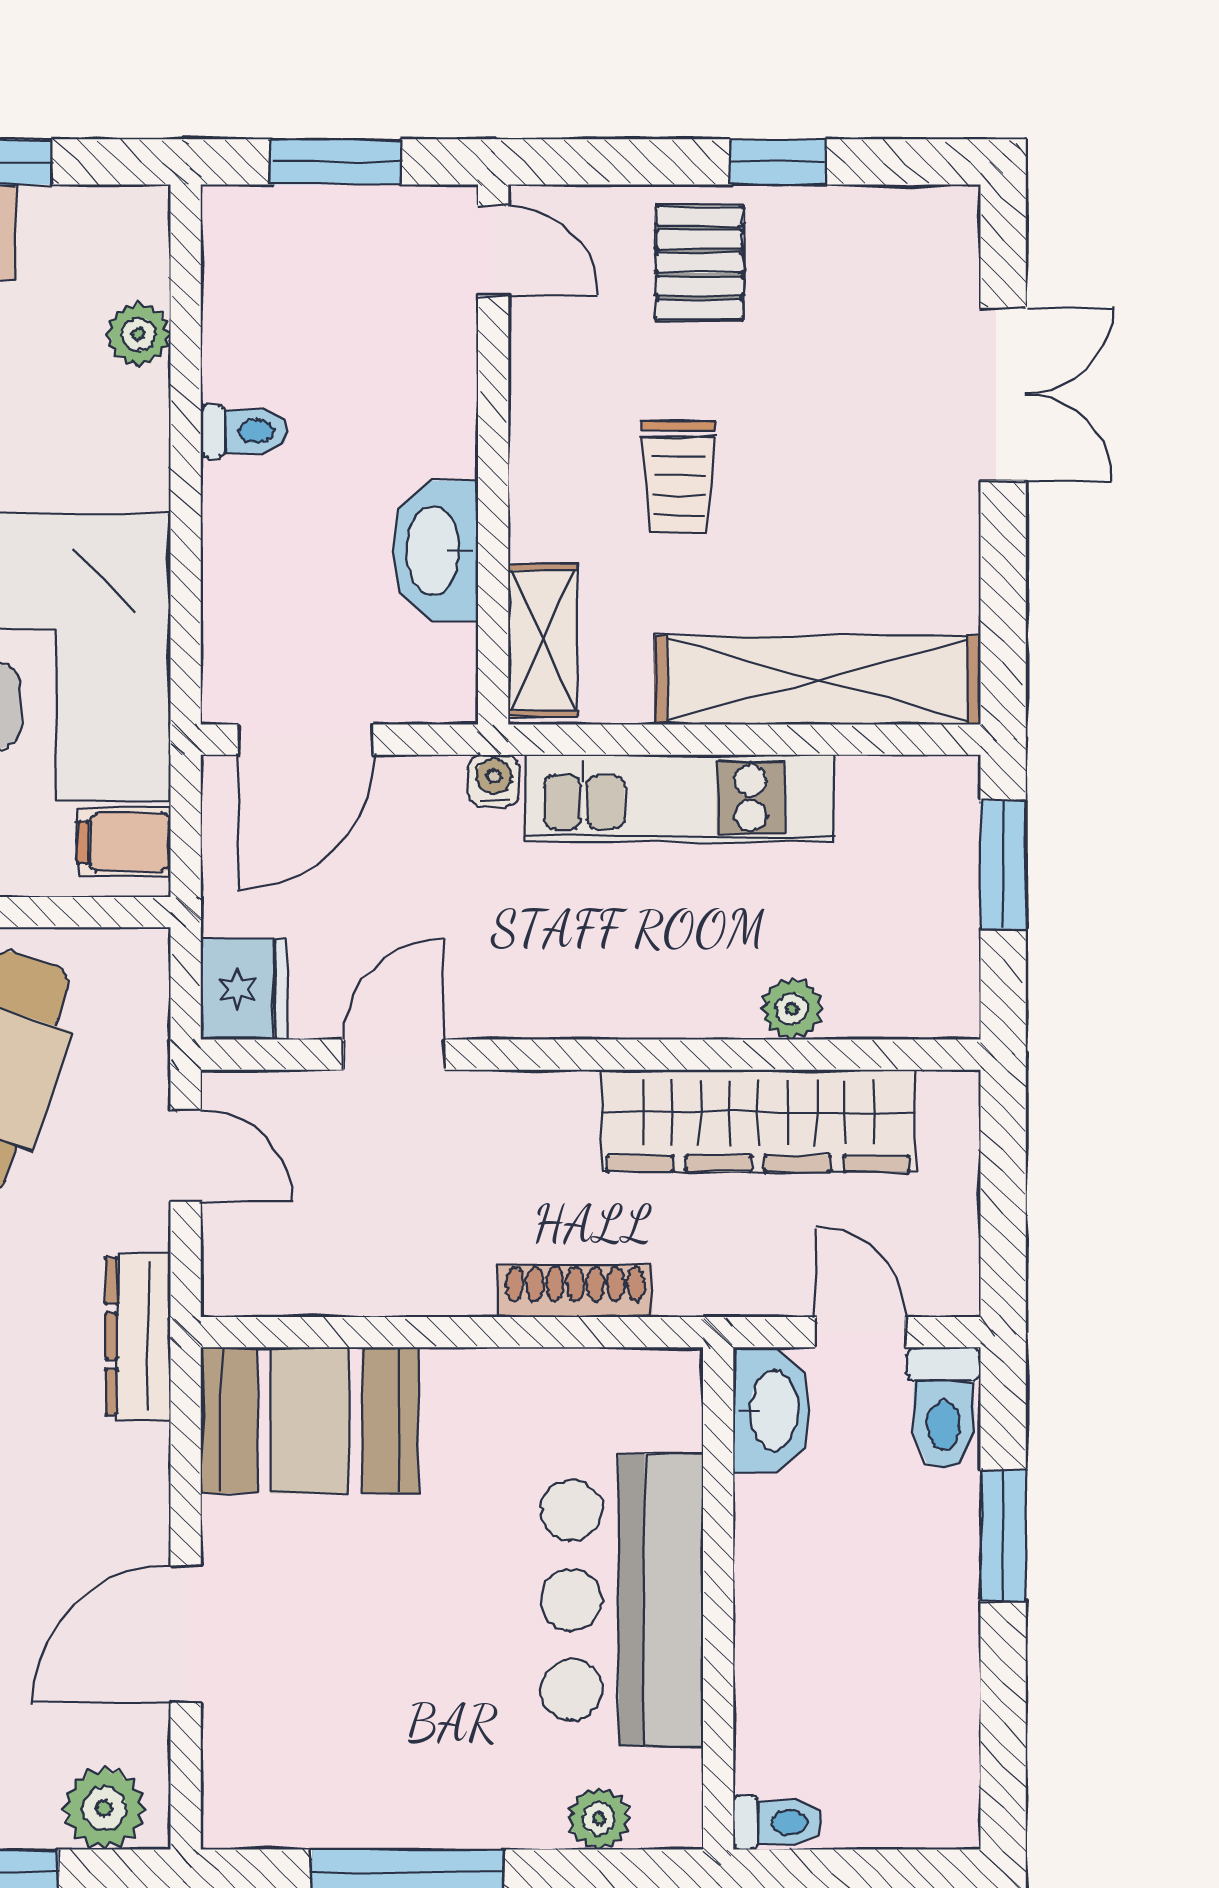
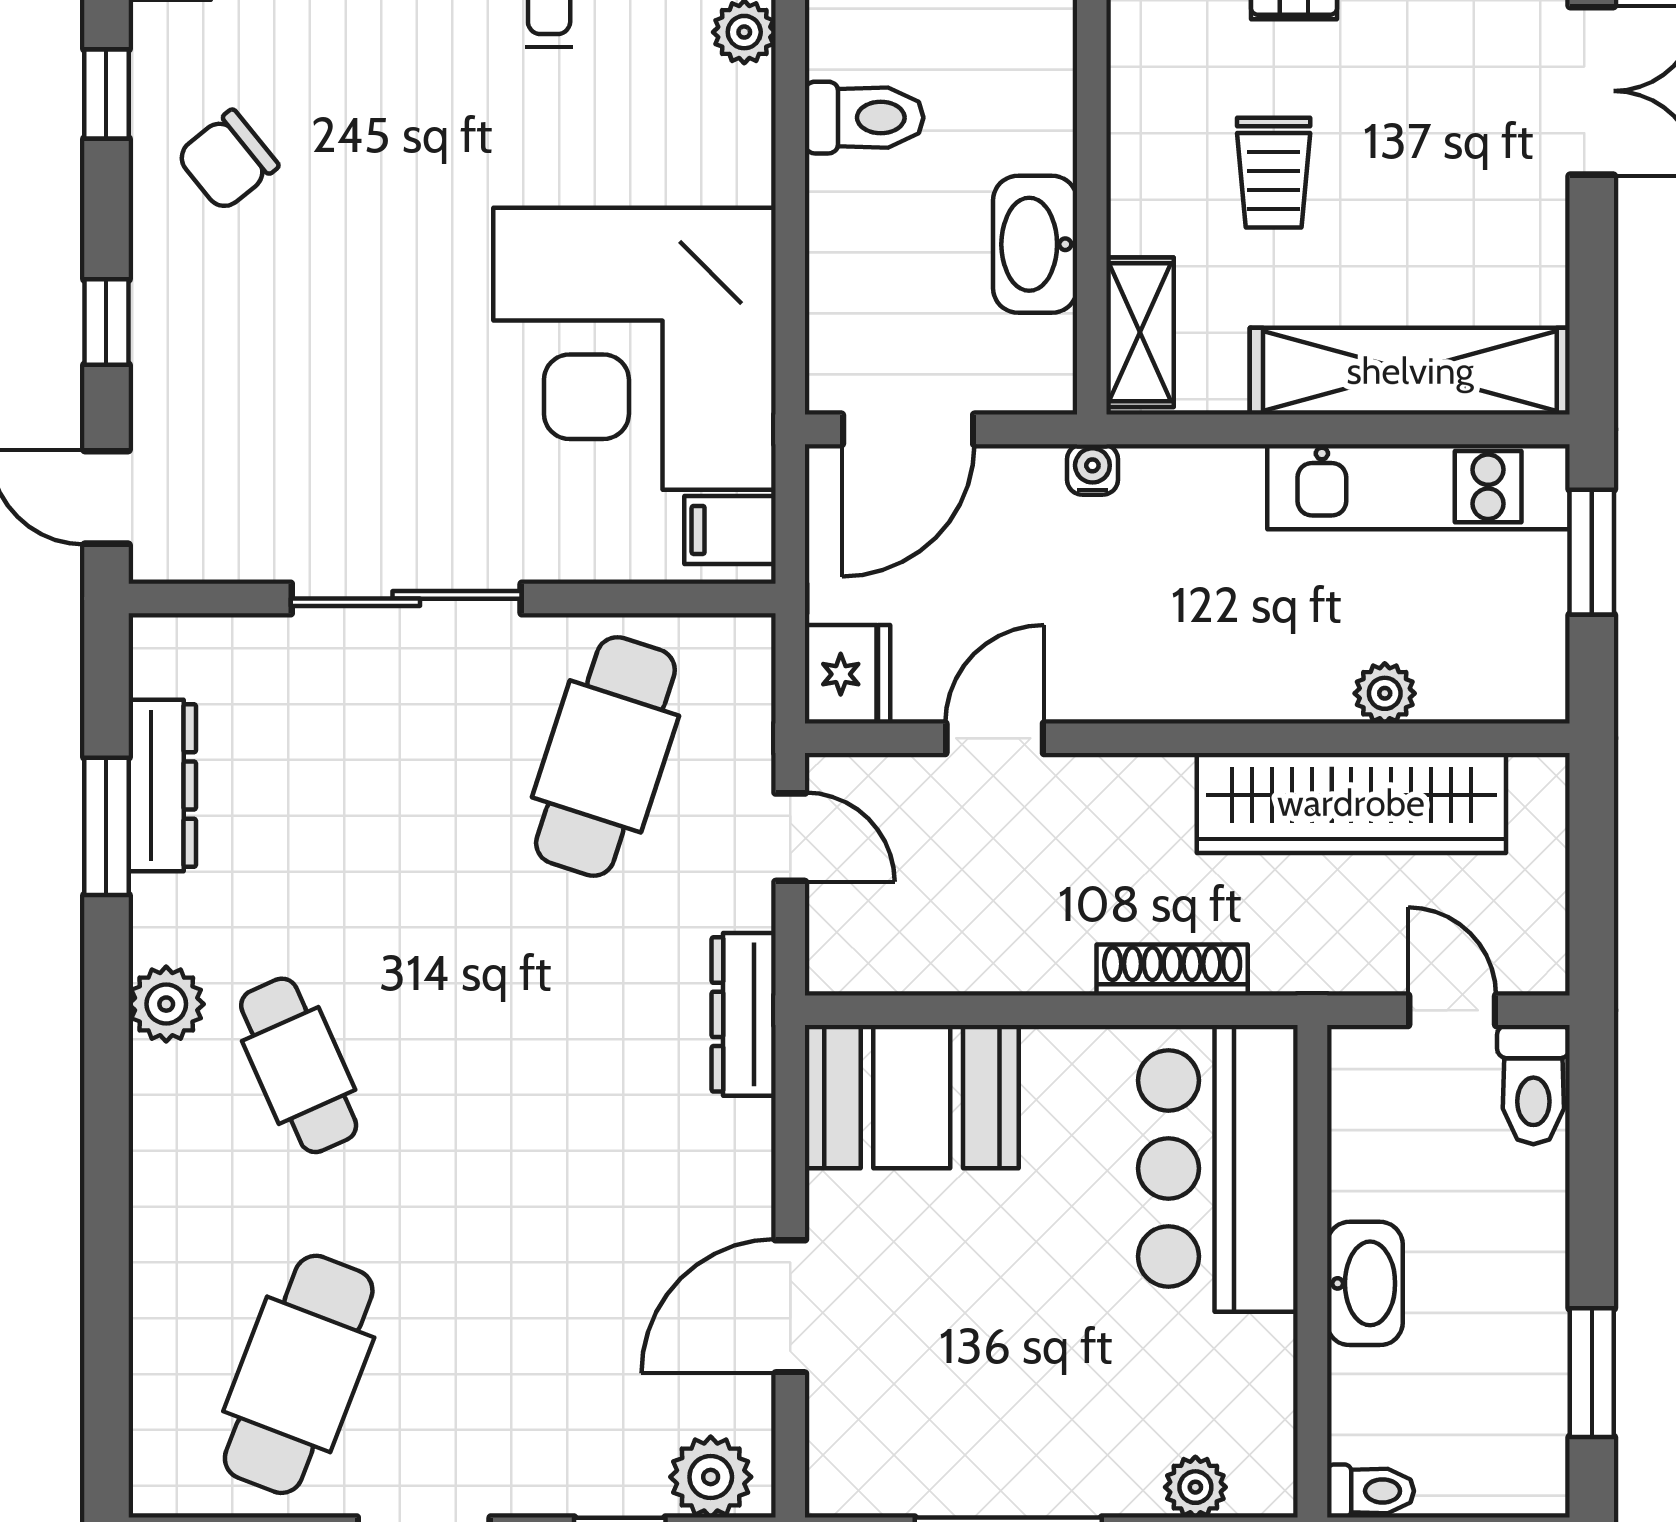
toilet: (244, 431) -> (864, 118), width x1.37, depth x1.39
kitchen unit: (680, 798) -> (1419, 487), moved
washbasin: (772, 1410) -> (1365, 1283), moved
window: (1003, 1536) -> (1592, 1373), moved
bar counter: (622, 1600) -> (1218, 1168), moved

